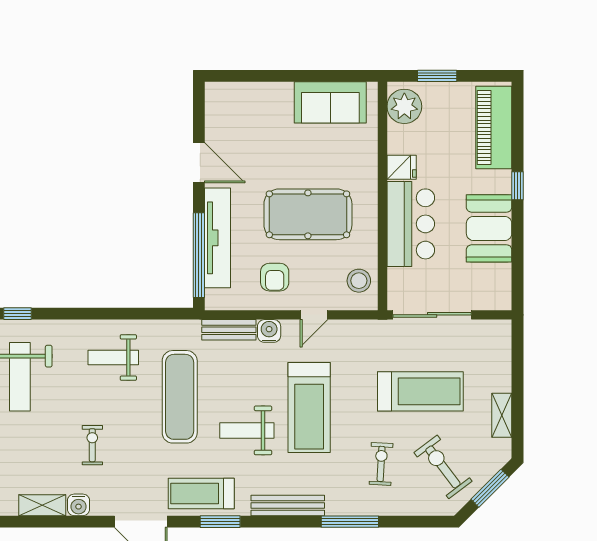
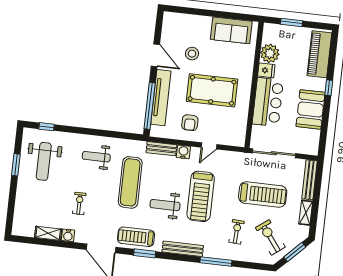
plant: (404, 106) -> (270, 53), moved
stool: (359, 281) -> (192, 54), moved
bench: (502, 355) -> (309, 180), added

